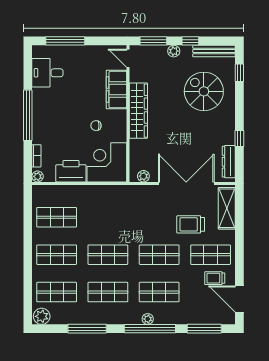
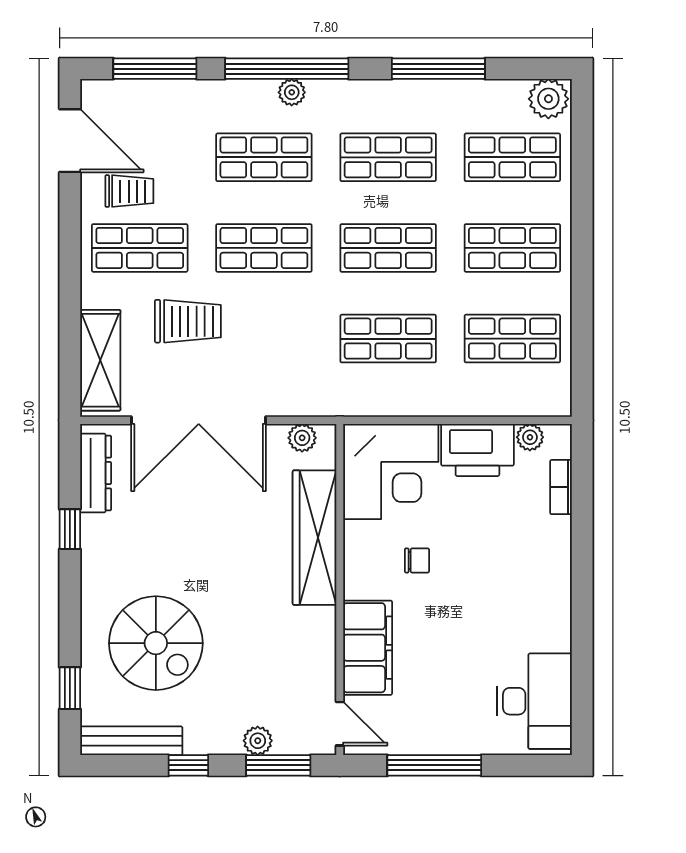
window: (65, 41) -> (434, 765), moved
plant: (174, 51) -> (258, 741), moved
desk: (47, 73) -> (534, 701), width x1.37
wardrobe: (138, 111) -> (314, 538), moved
window: (28, 115) -> (582, 586), removed
plant: (38, 176) -> (530, 437), moved
shop shelf: (108, 217) -> (388, 339), added

